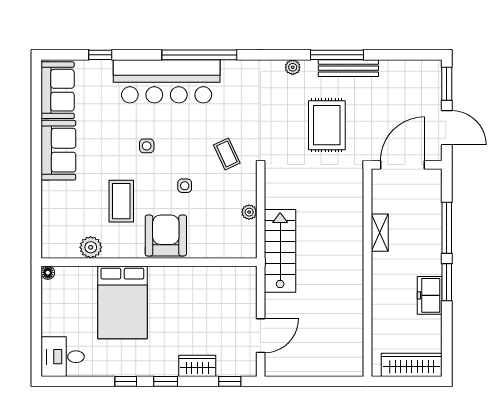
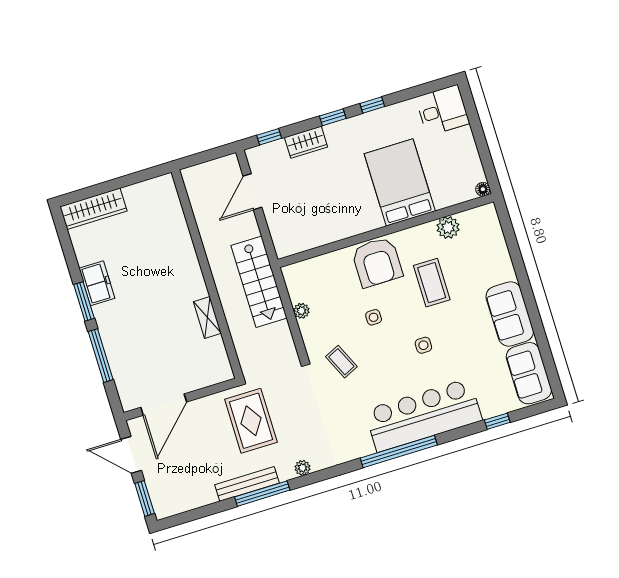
shelving: (380, 233) -> (207, 317), moved
wall: (368, 273) -> (207, 274), moved

